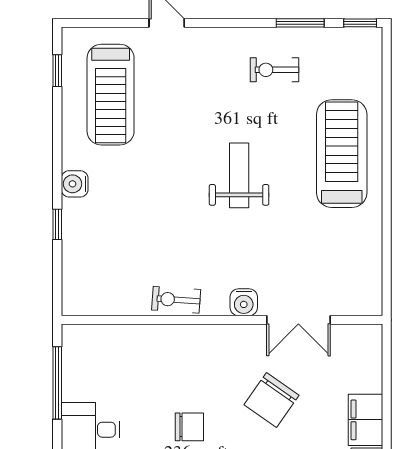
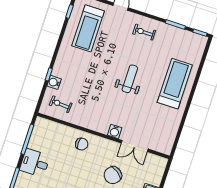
exercise bike: (275, 70) -> (144, 32), moved
water cooler: (75, 184) -> (54, 82), moved
exercise bike: (176, 300) -> (61, 104), moved
chair: (189, 427) -> (82, 144), moved

